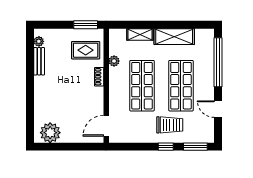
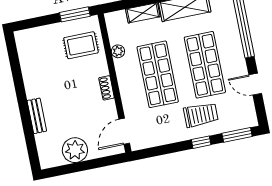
plant: (39, 41) -> (22, 46), removed
bench: (39, 61) -> (37, 116), moved
shoe rack: (99, 77) -> (107, 88), moved
plant: (50, 133) -> (75, 150), moved

